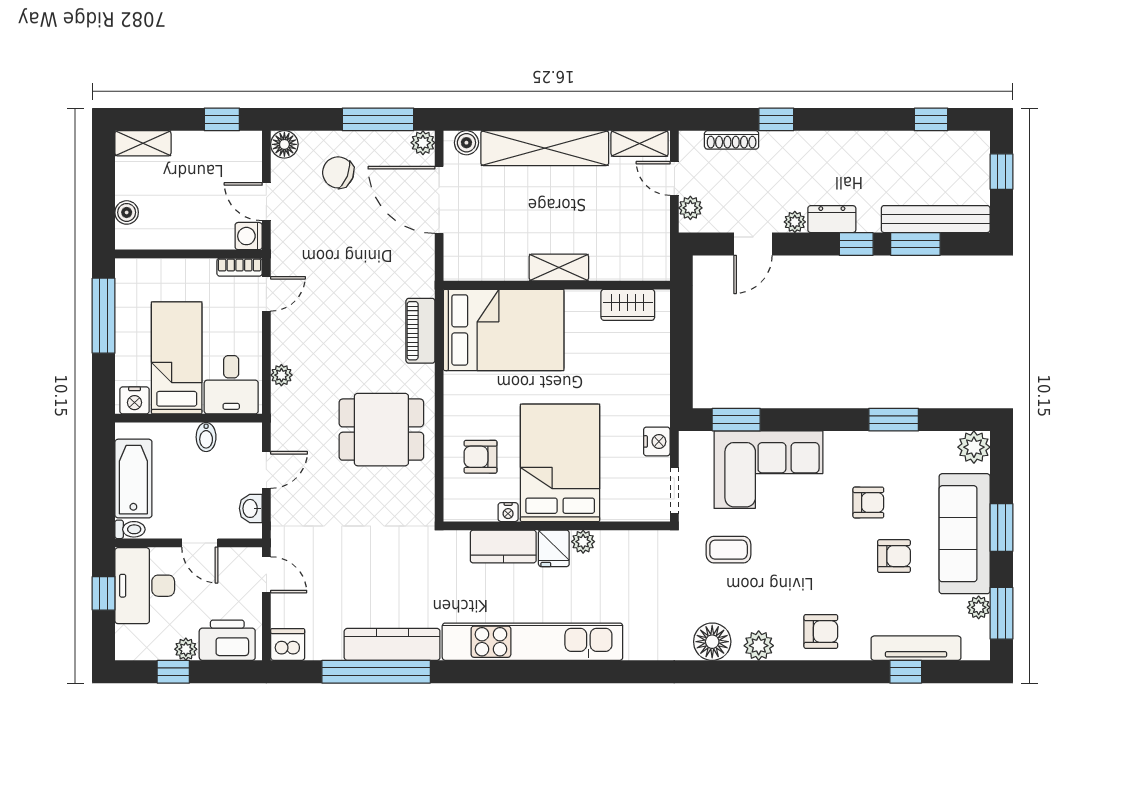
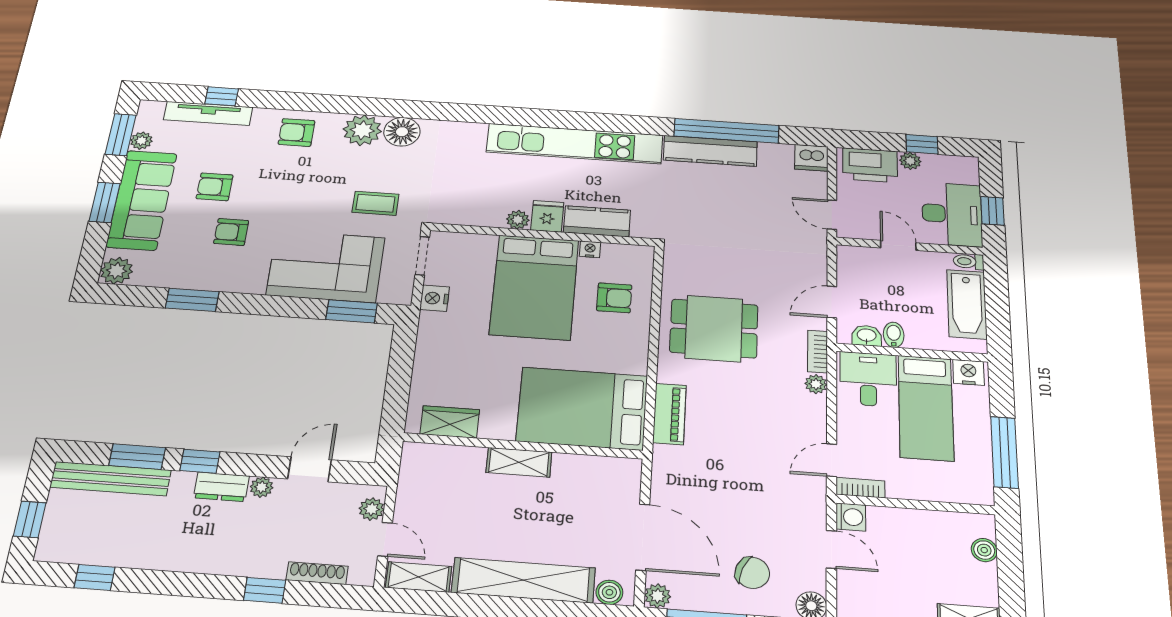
bookcase: (280, 412) -> (818, 351), added
washbasin: (251, 508) -> (867, 336), moved, turned -90
plant: (759, 646) -> (362, 130), width x1.36, depth x1.36

